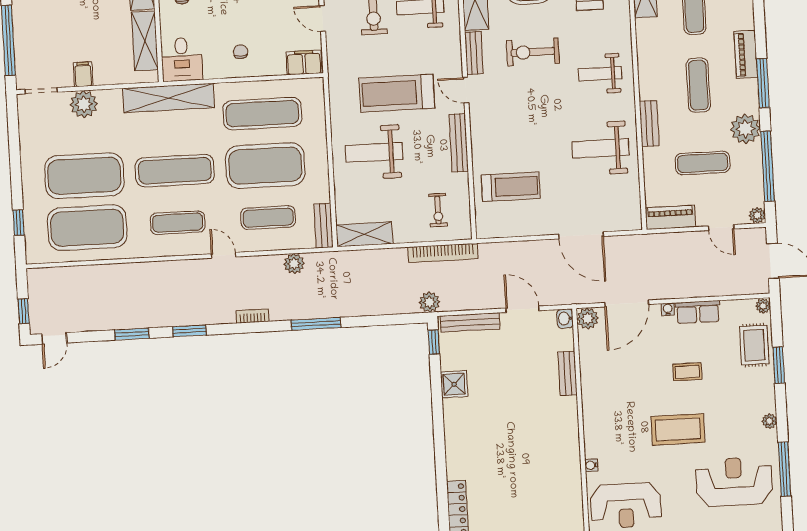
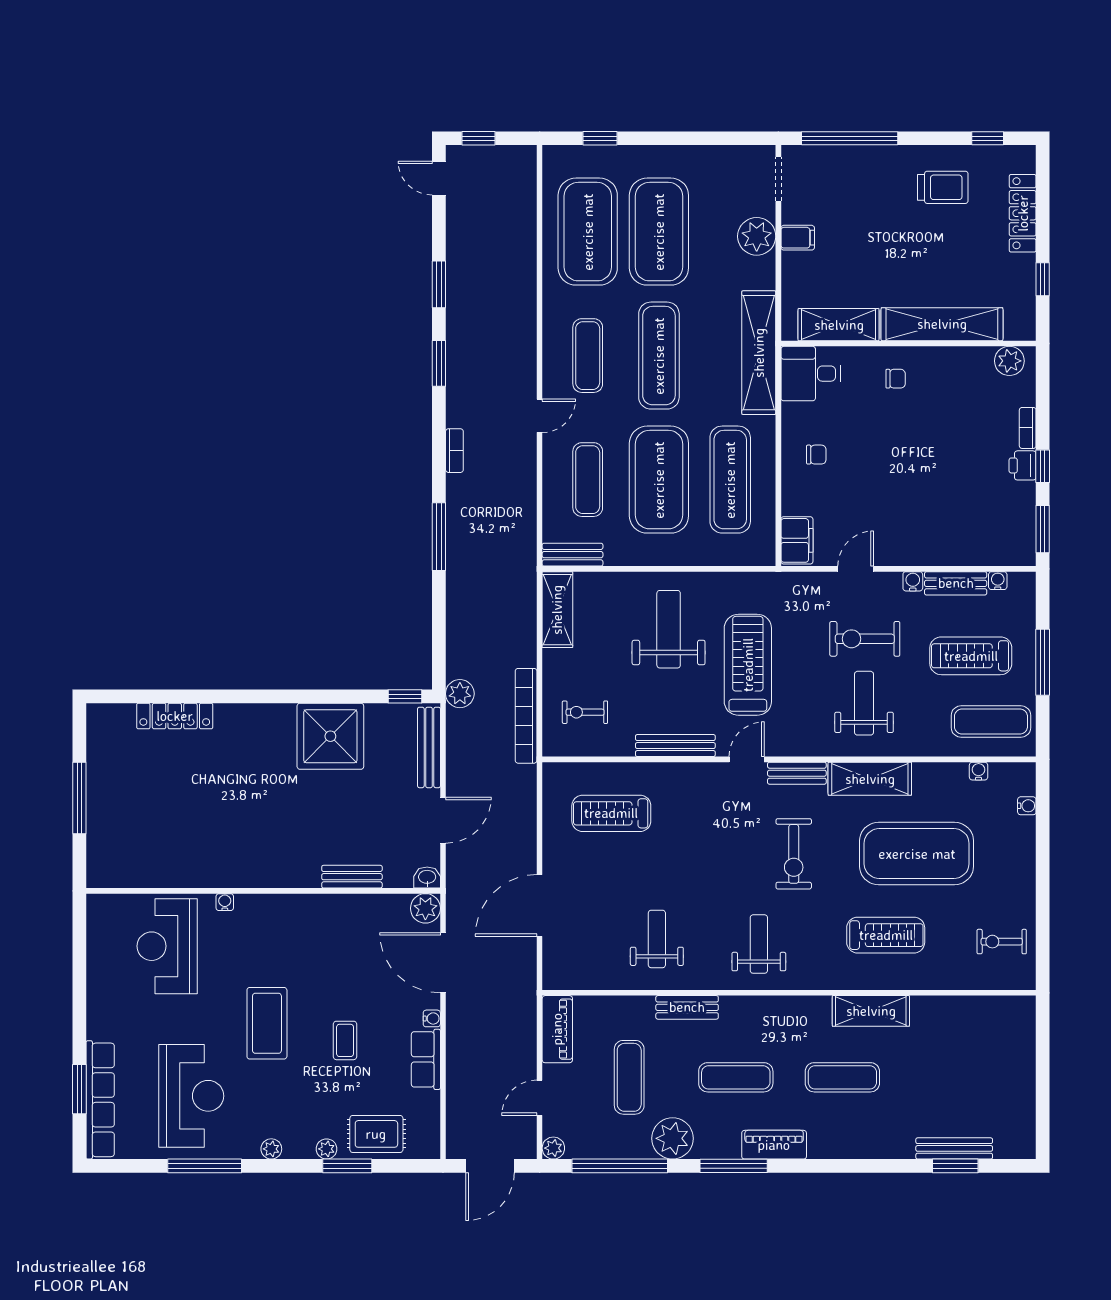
exercise bike: (533, 52) -> (794, 854), turned 180
weight bench: (601, 148) -> (657, 939), width x0.73, depth x0.75
treadmill: (511, 187) -> (611, 813), turned 90
plant: (294, 264) -> (523, 512), removed
plant: (763, 306) -> (327, 1149), moved
shower: (454, 384) -> (330, 736), width x1.86, depth x1.86

